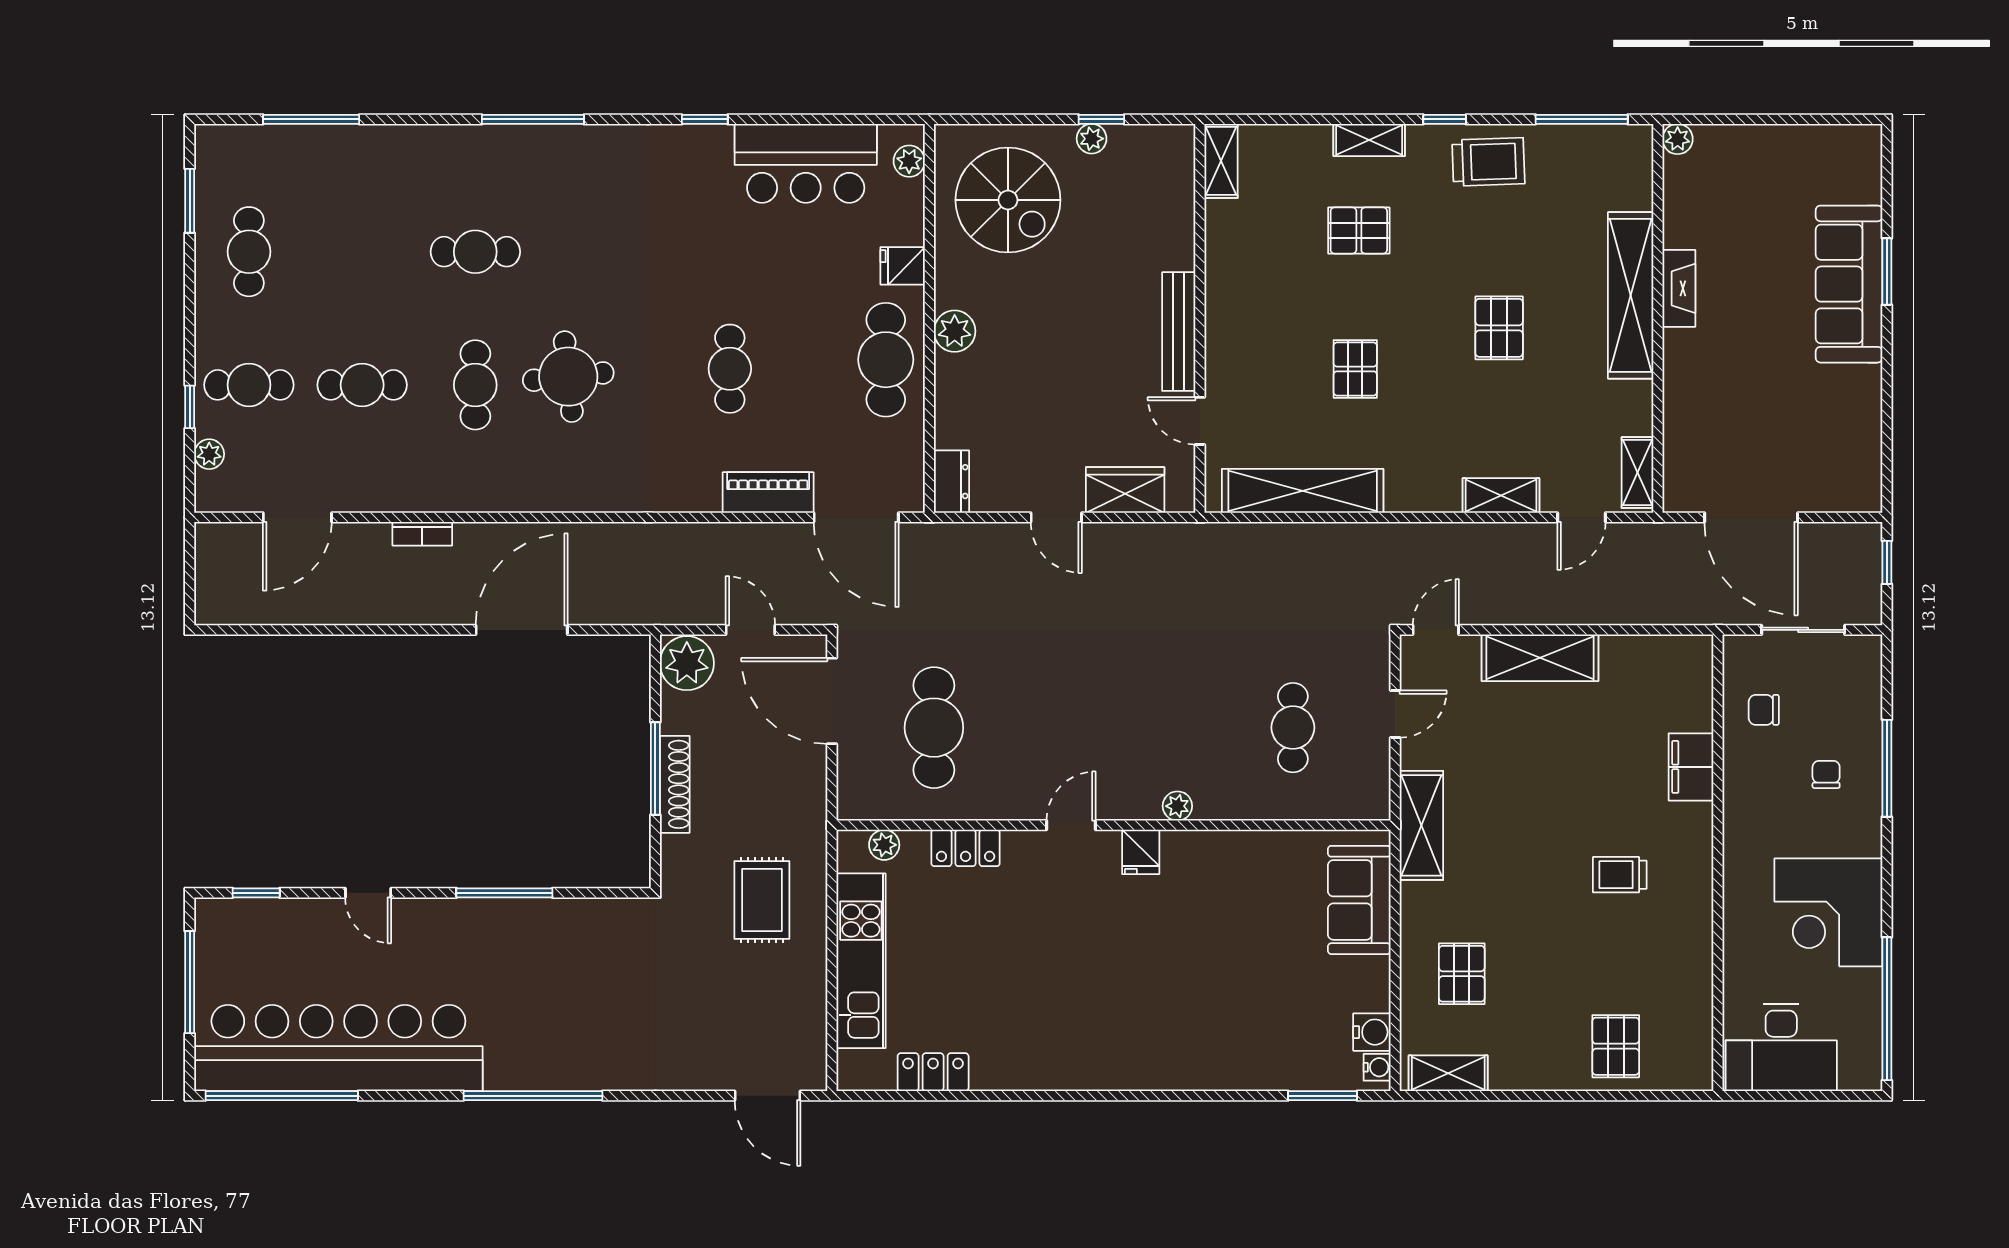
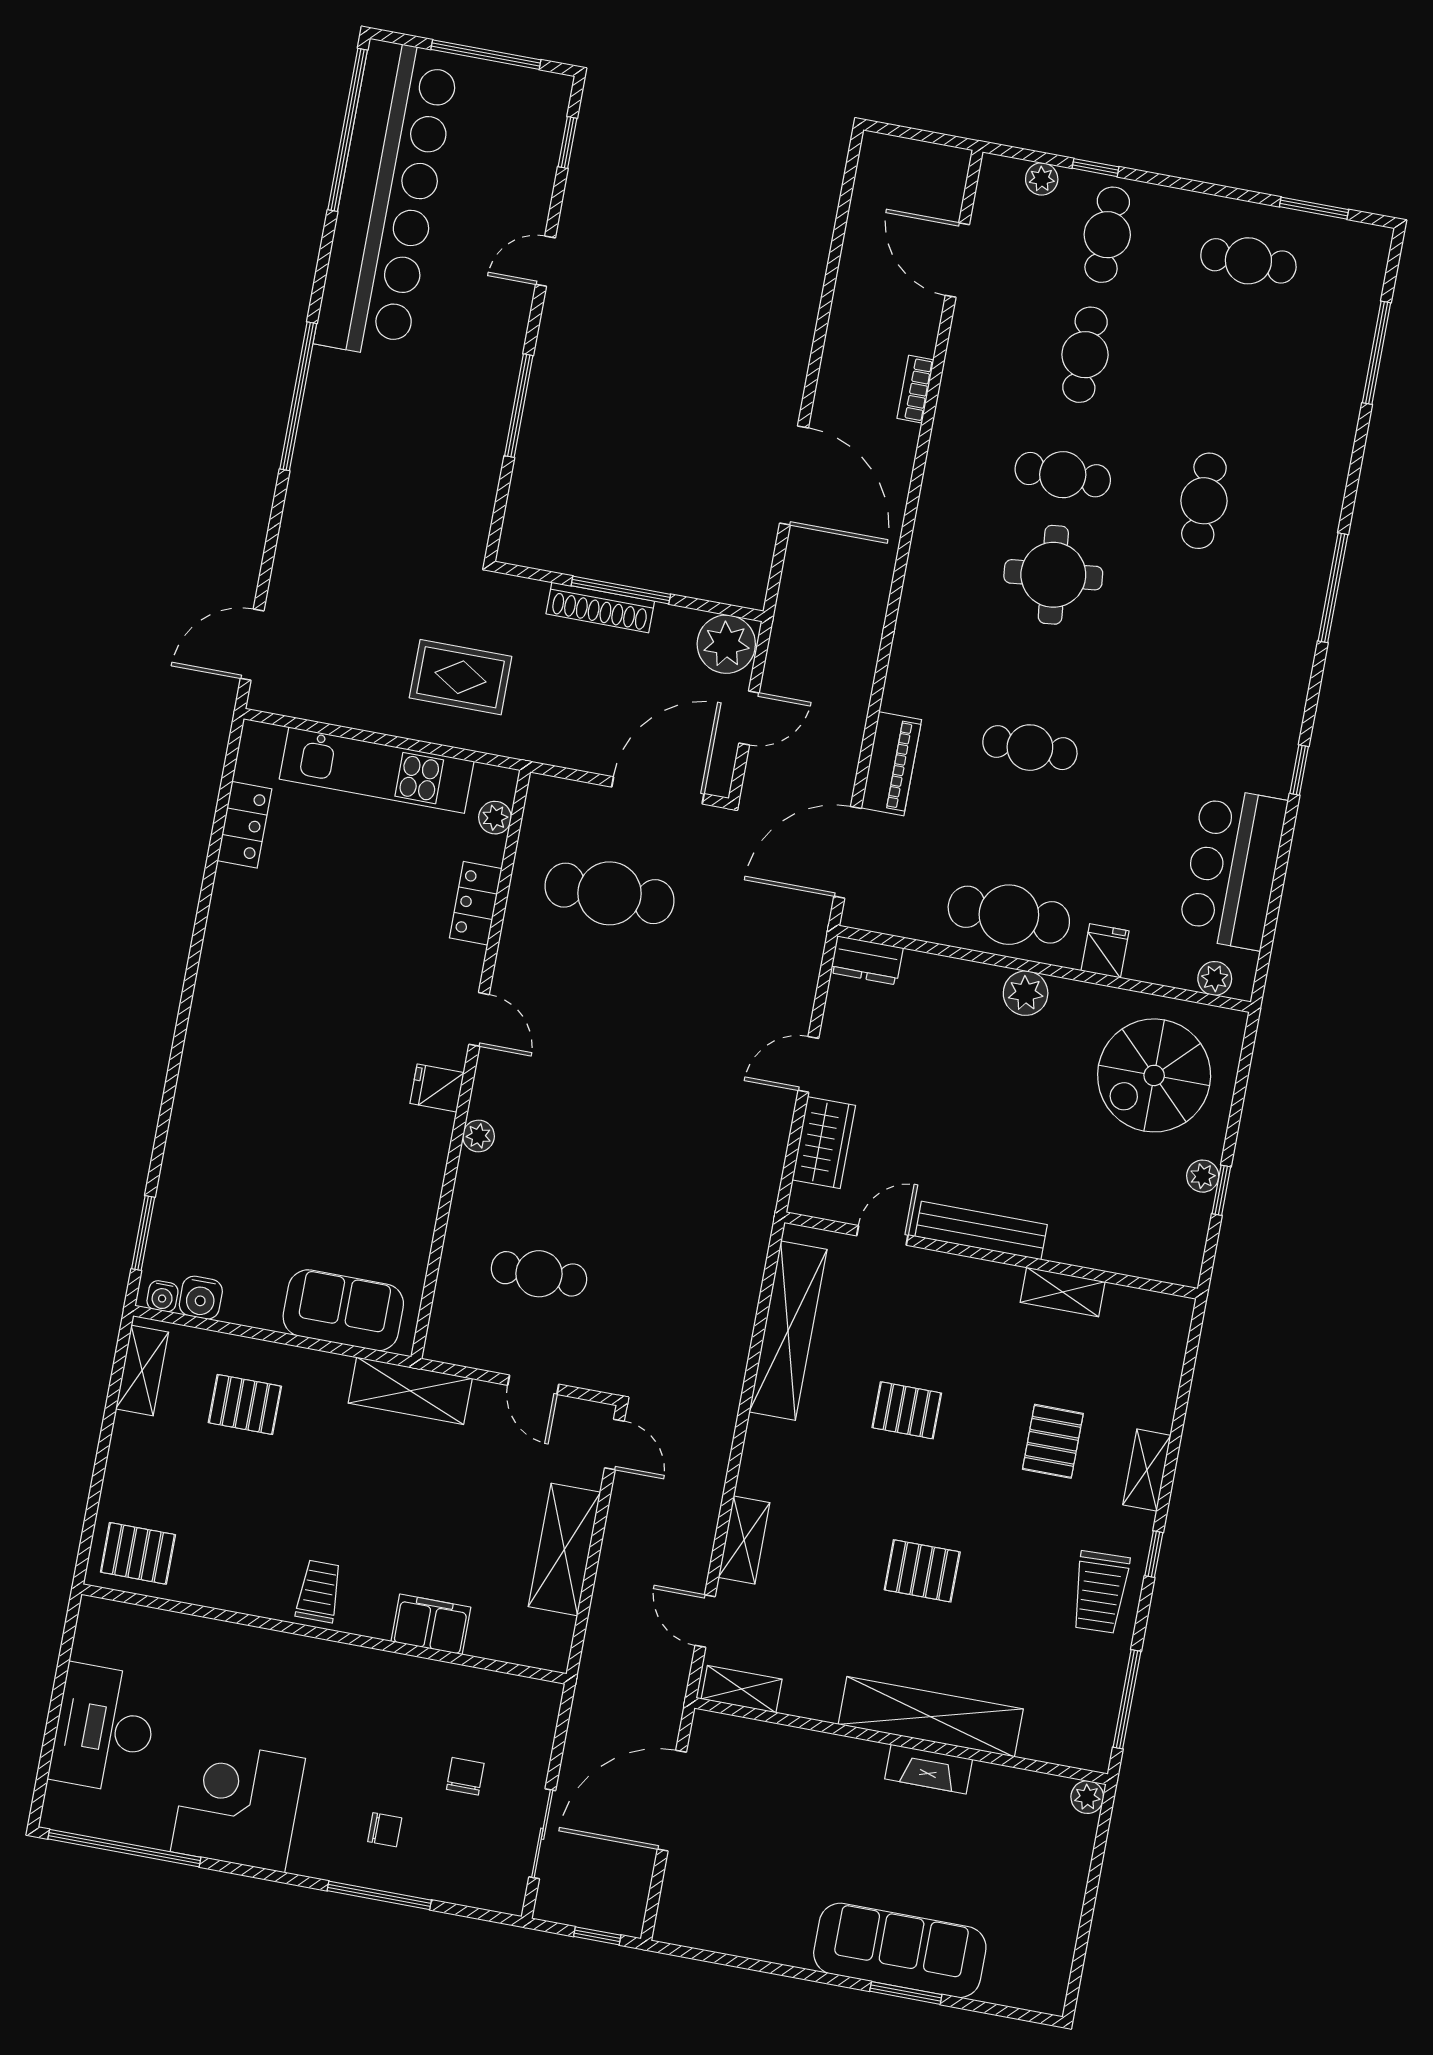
shelving: (1221, 161) -> (1063, 1292), moved
filing cabinet: (1691, 767) -> (431, 1624), moved
wall: (1718, 863) -> (324, 1634), moved

